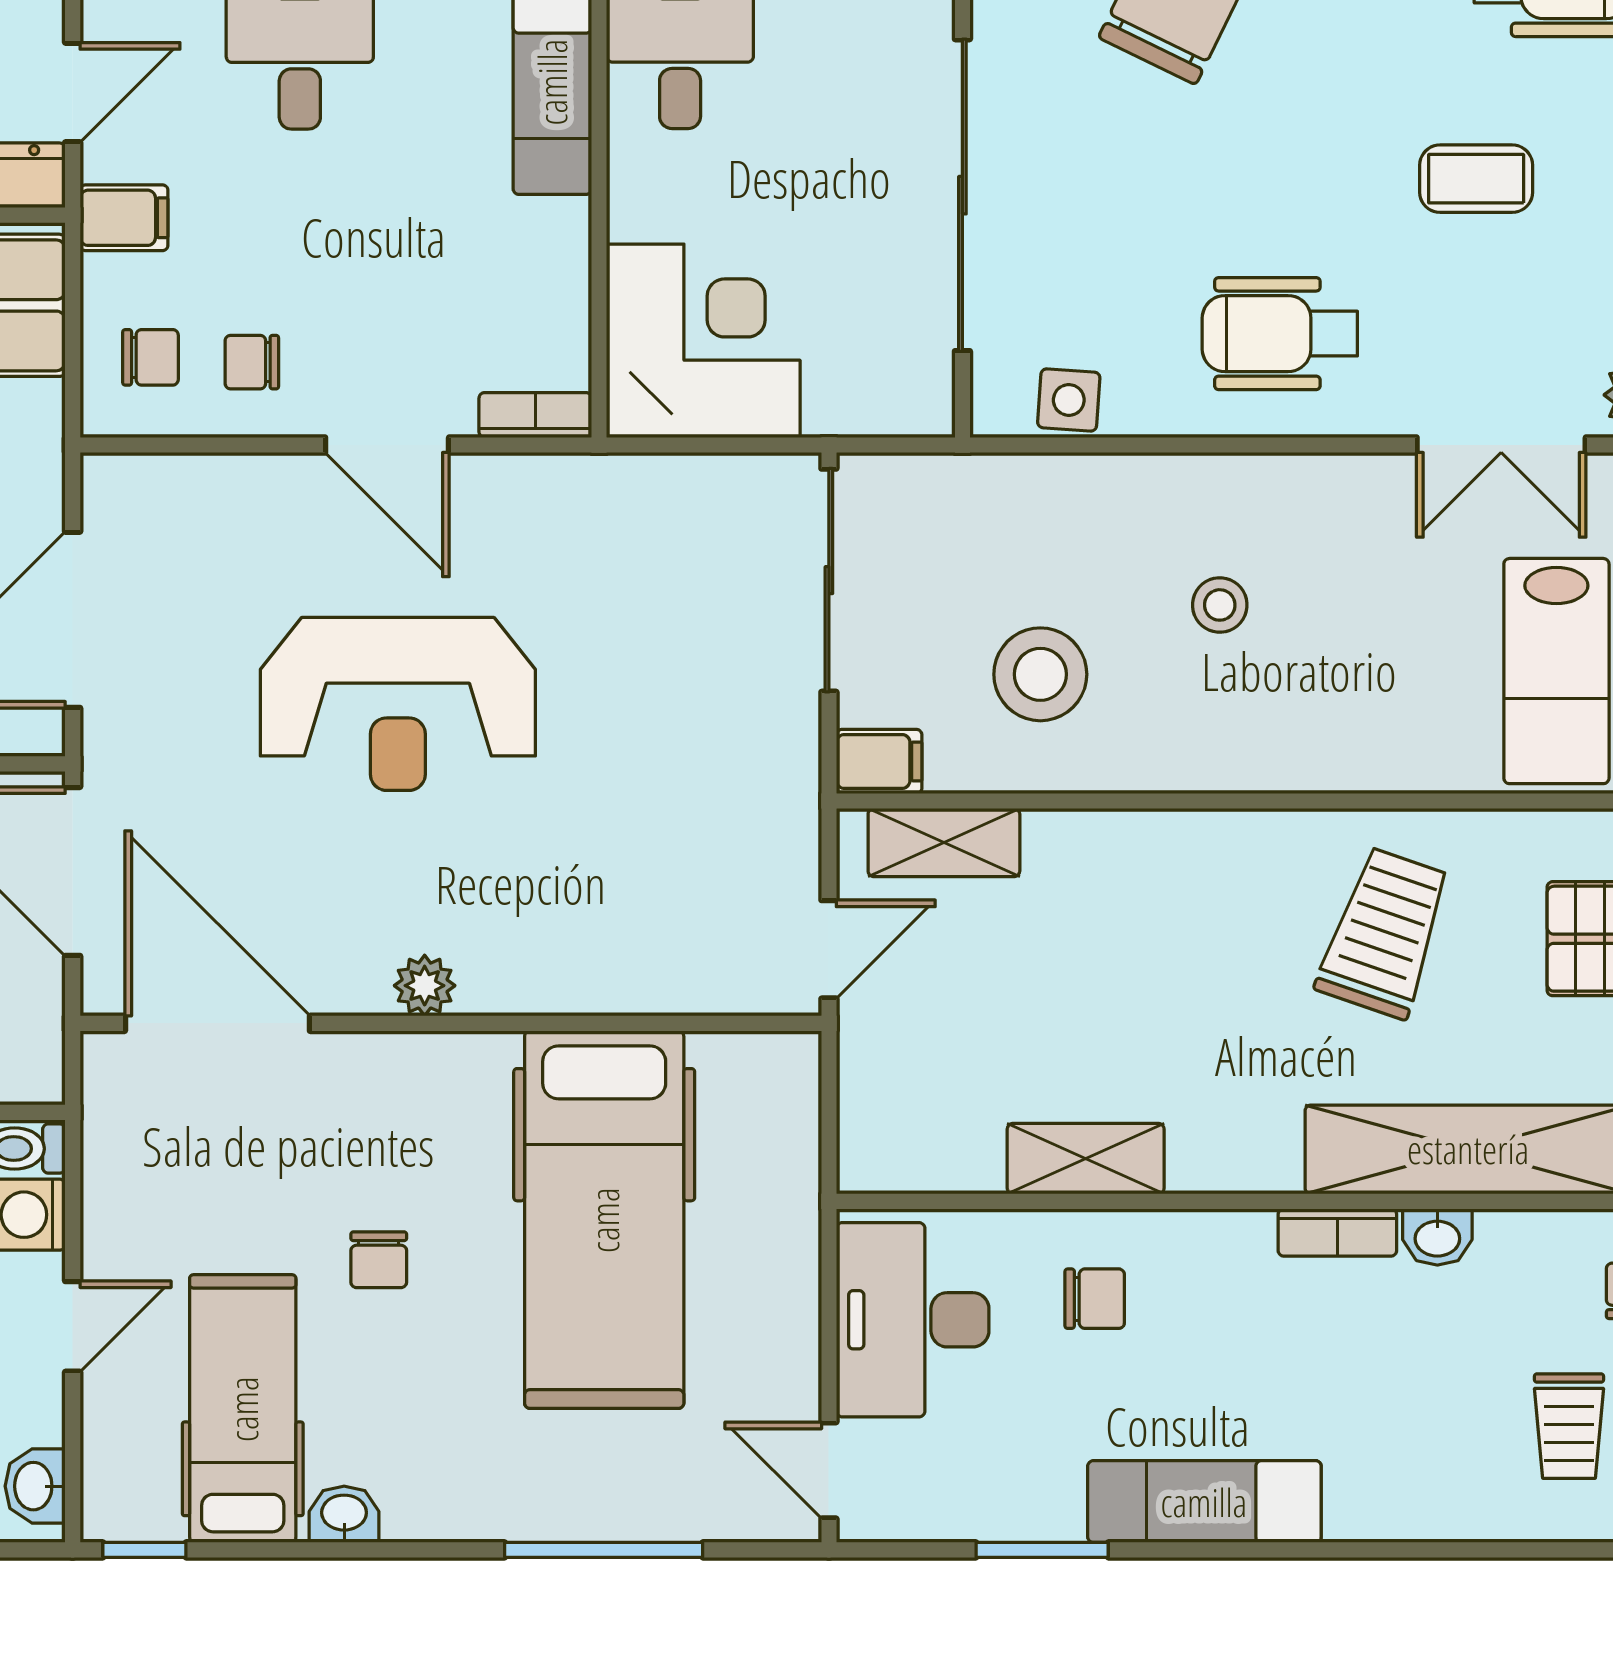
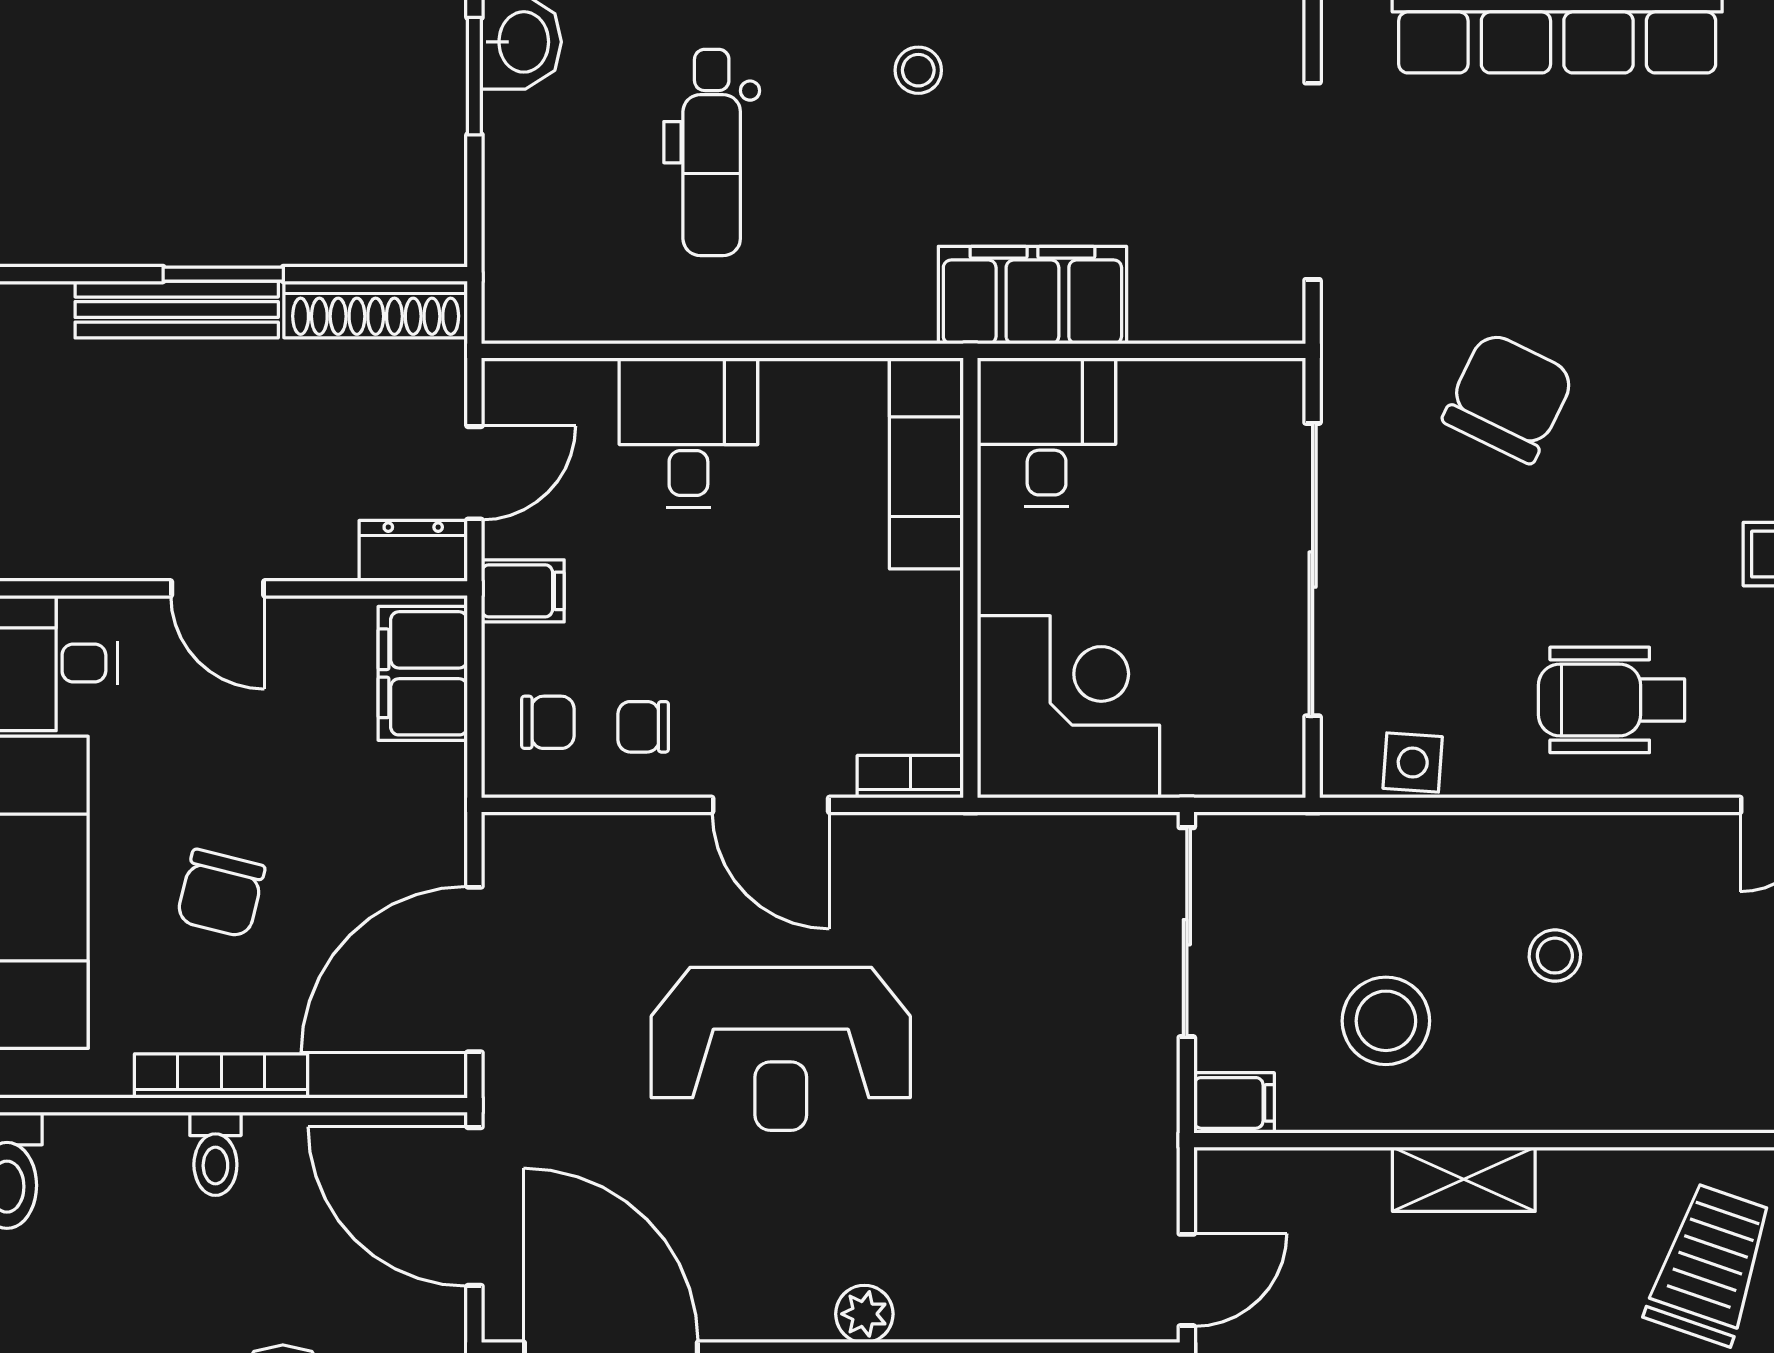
shelving: (944, 842) -> (1464, 1179), moved
plant: (425, 986) -> (864, 1314), moved

